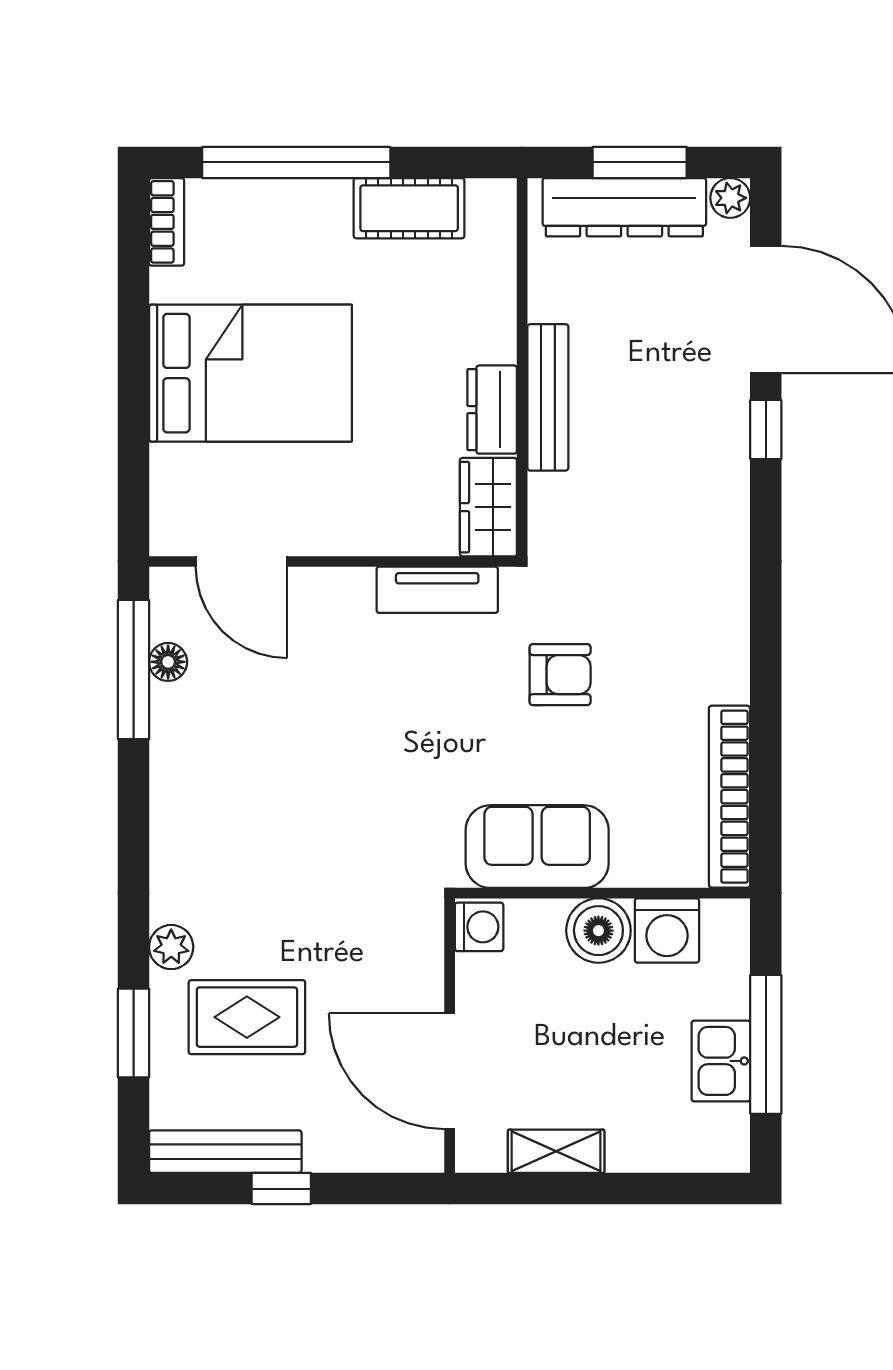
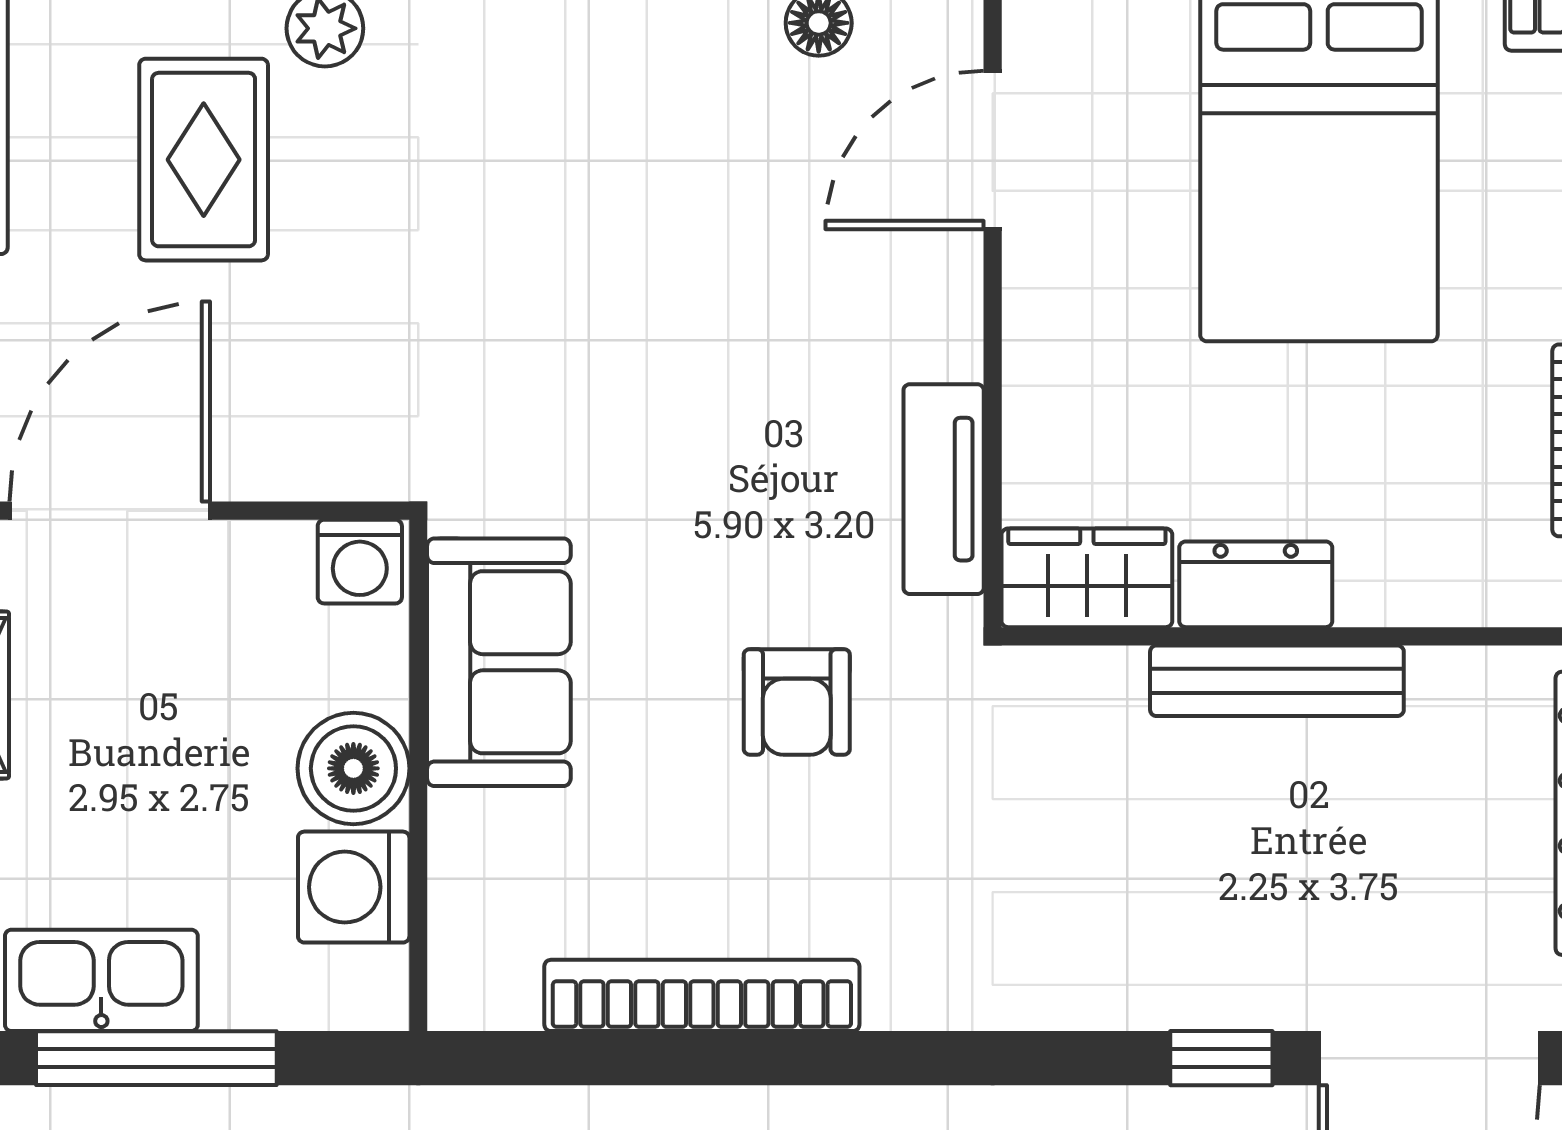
bookcase: (730, 797) -> (702, 995), moved
kitchen sink: (721, 1061) -> (101, 980), width x1.38

